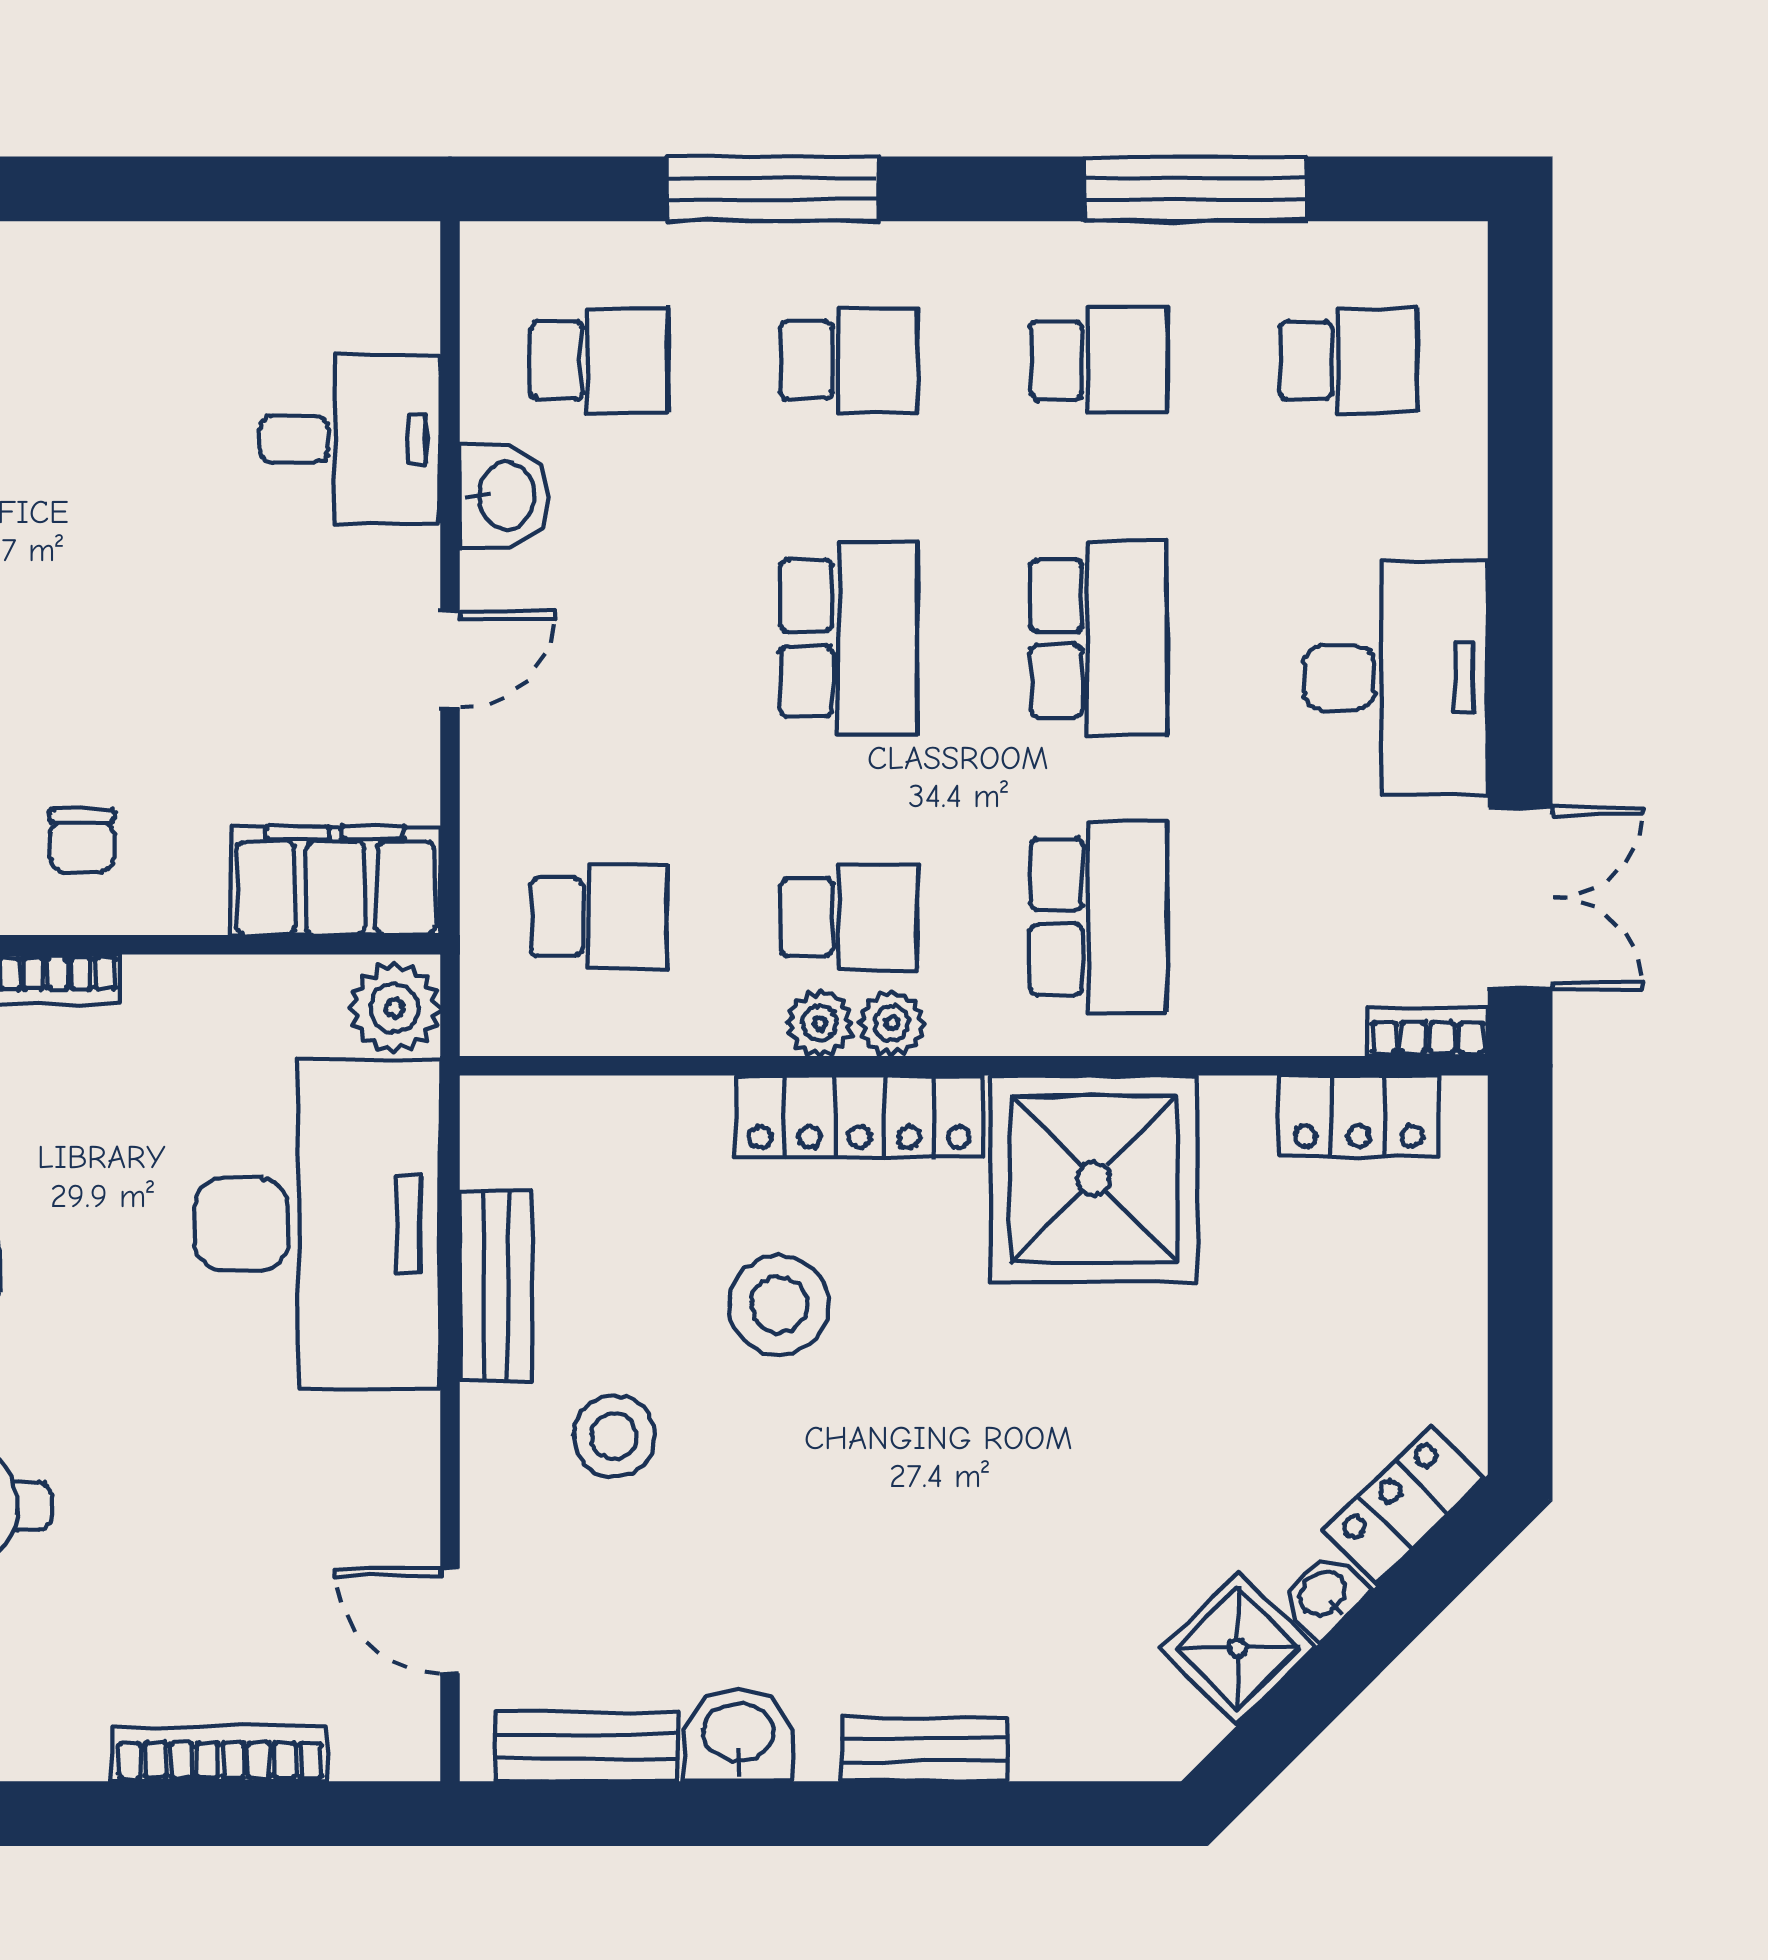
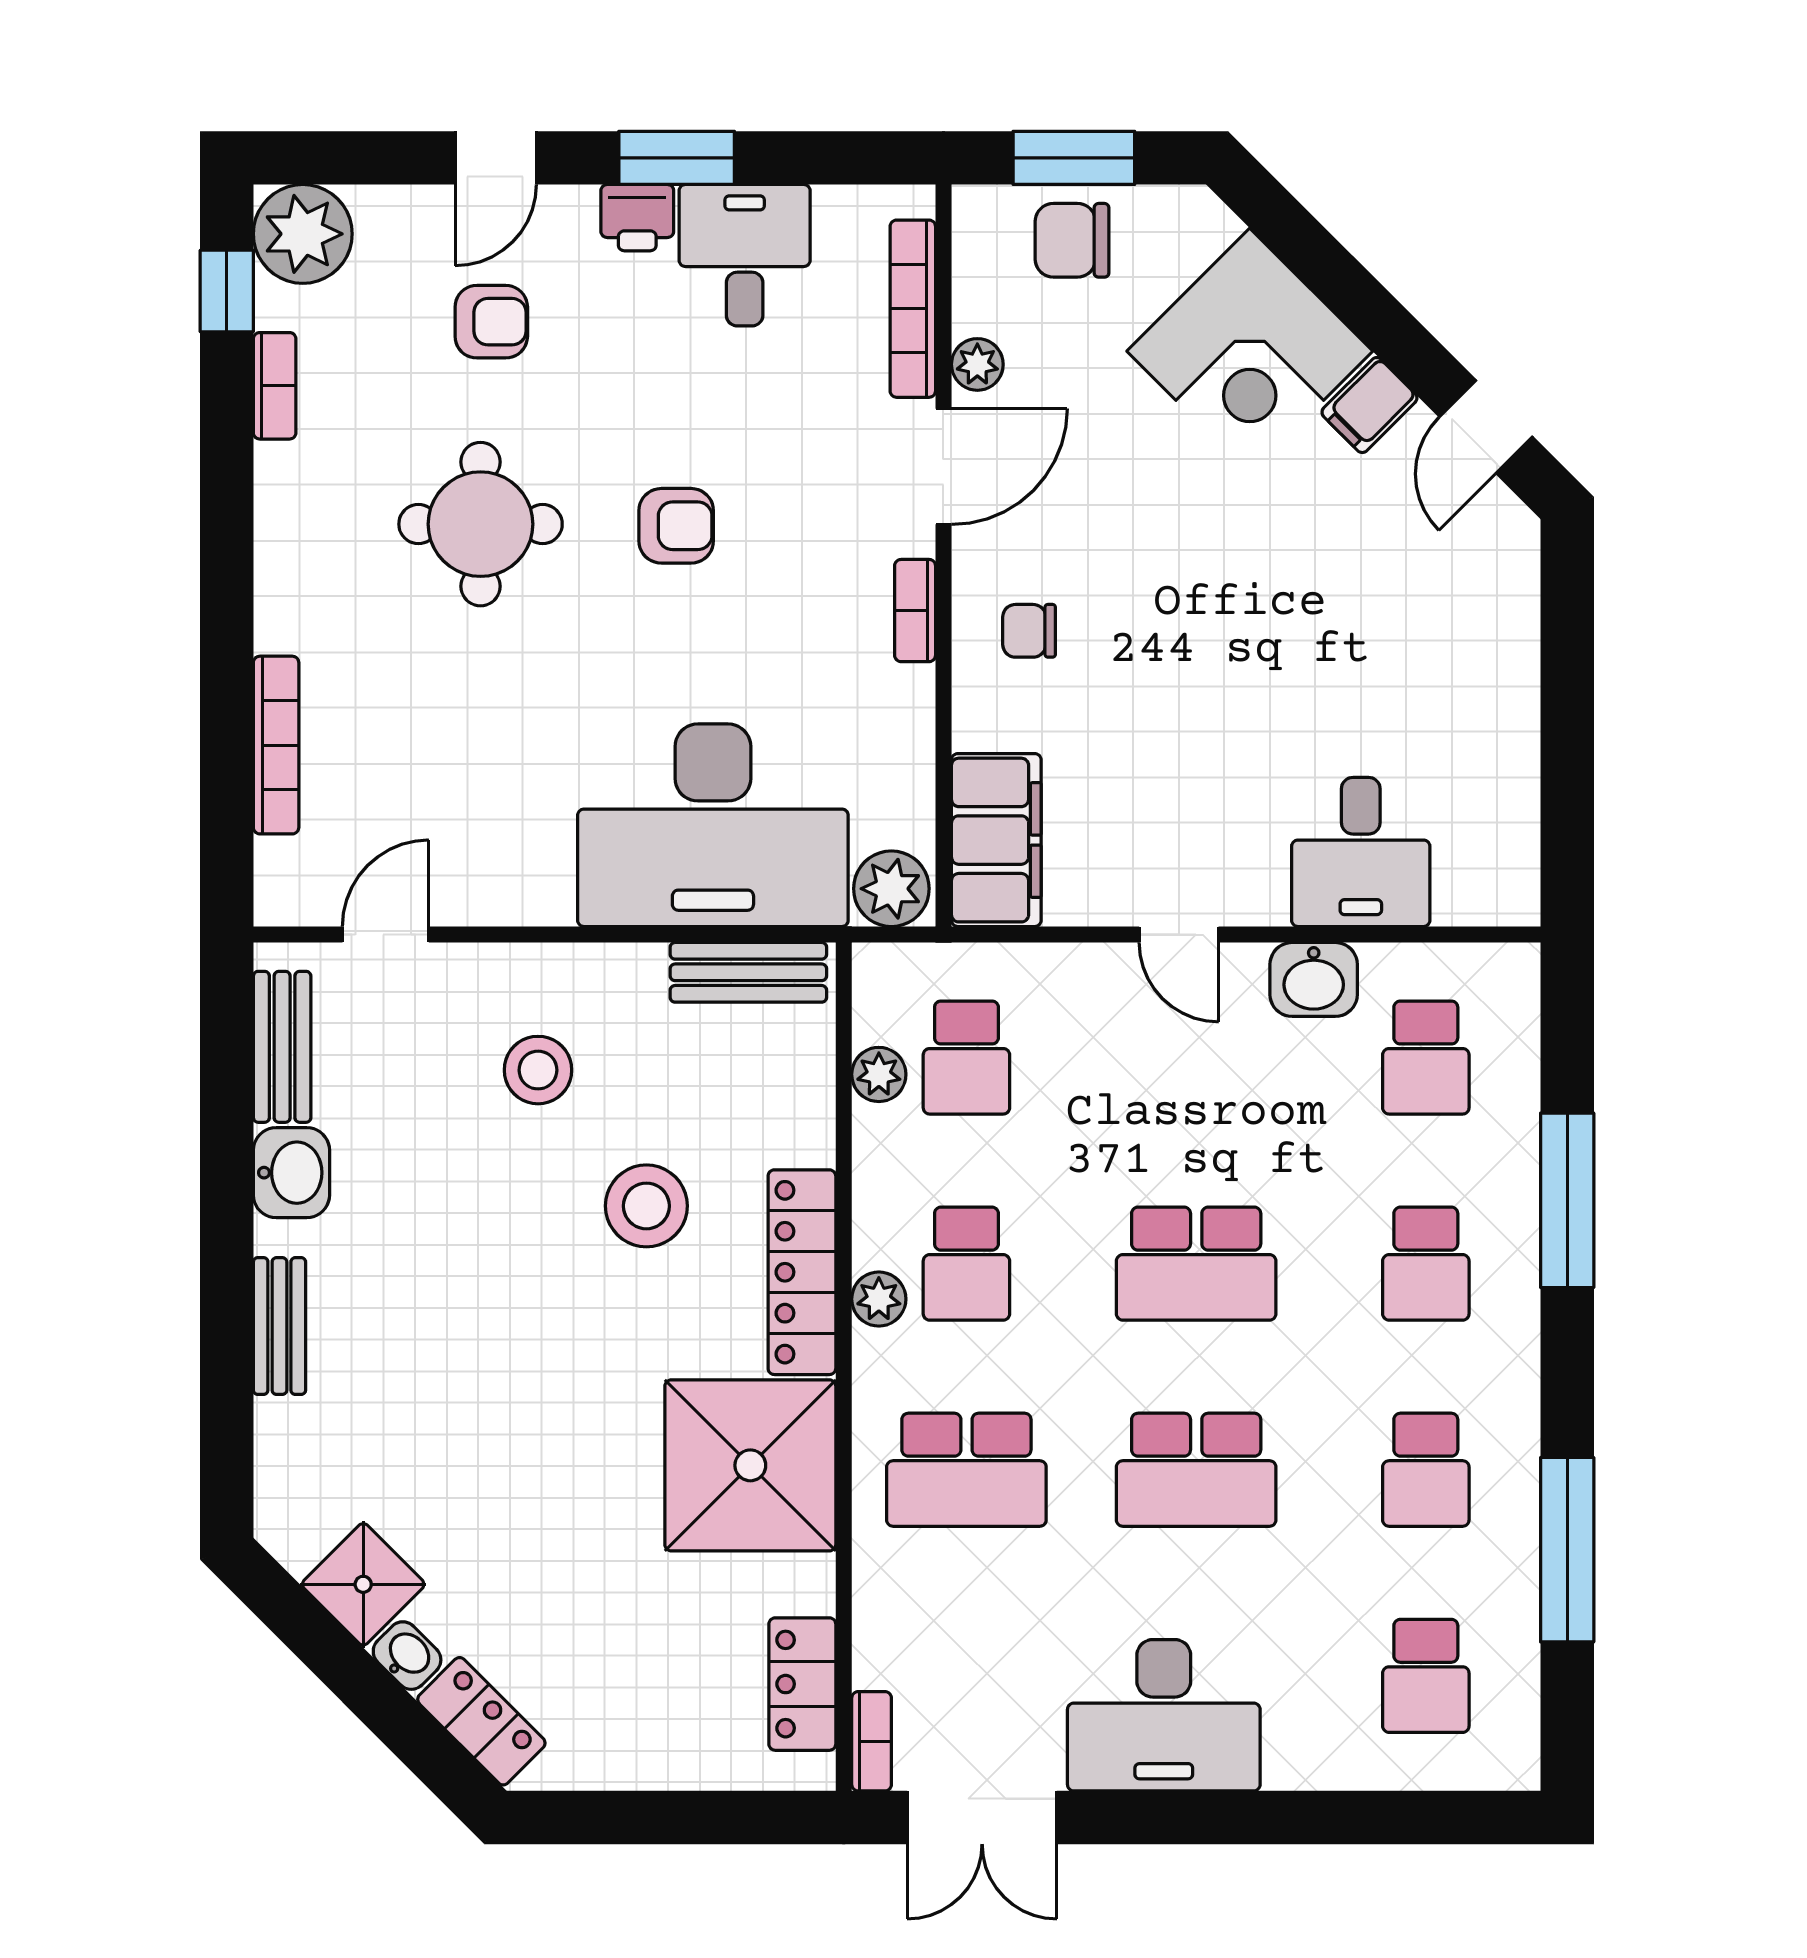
plant: (820, 1023) -> (879, 1074), moved
bench: (496, 1286) -> (748, 972), moved

